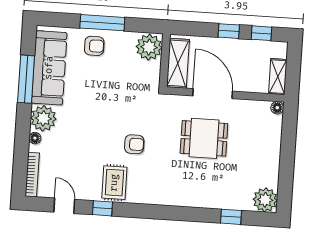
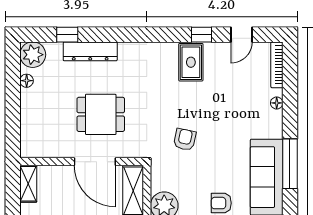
floor lamp: (277, 108) -> (27, 81), moved
plant: (43, 118) -> (269, 124), removed
armchair: (134, 144) -> (185, 139), moved, turned 102
dresser: (210, 199) -> (90, 51), added
door: (64, 206) -> (241, 35), hinge flipped

